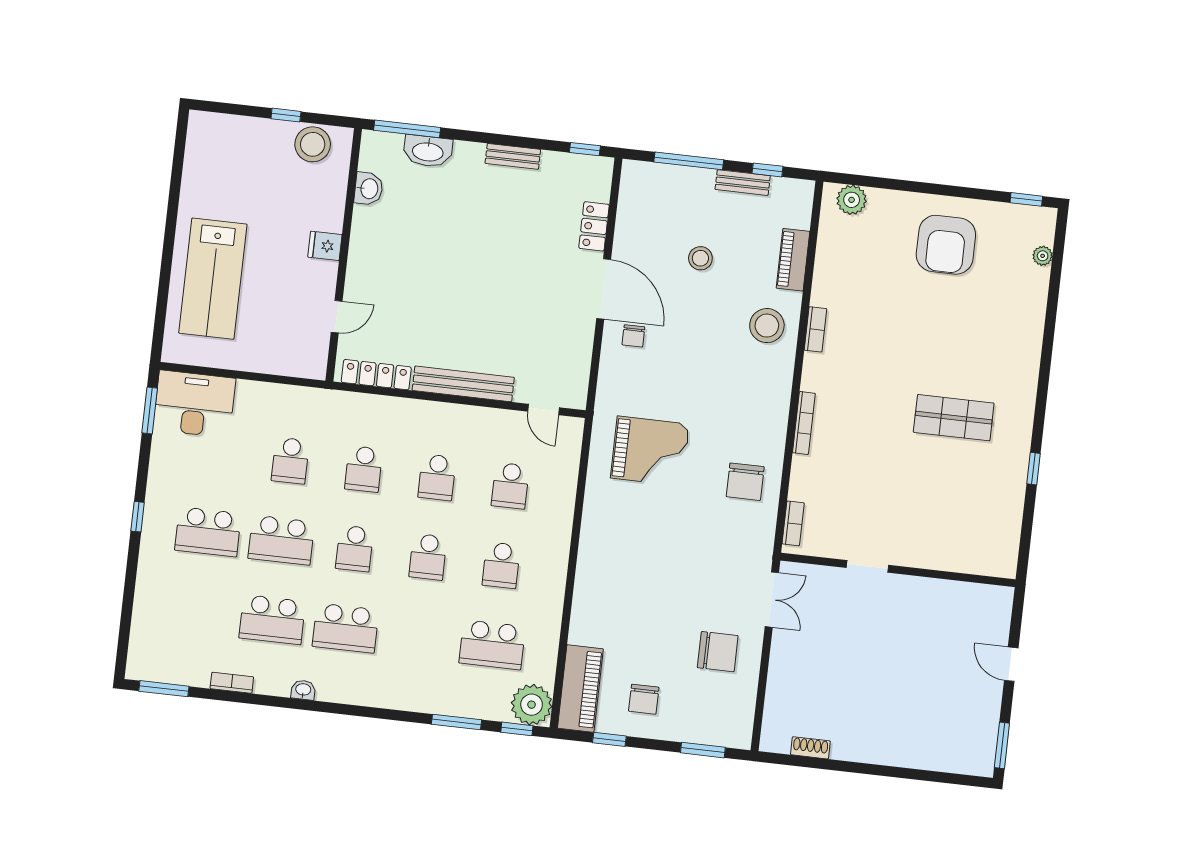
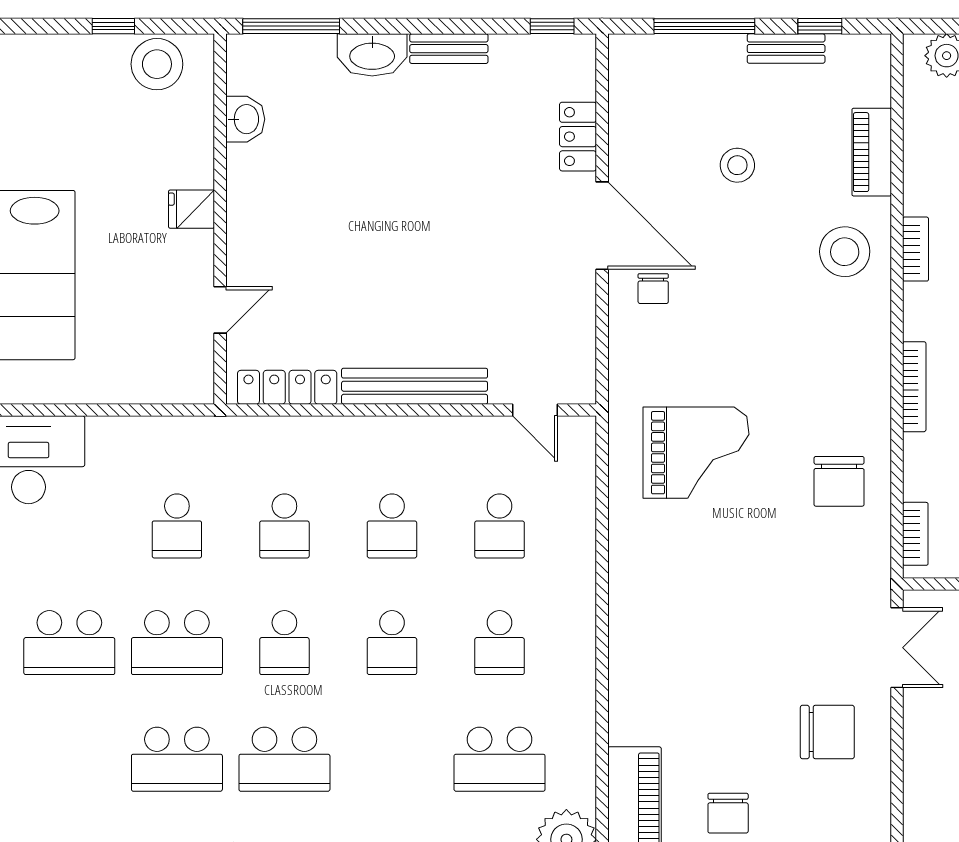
washbasin: (428, 151) -> (372, 55), moved

